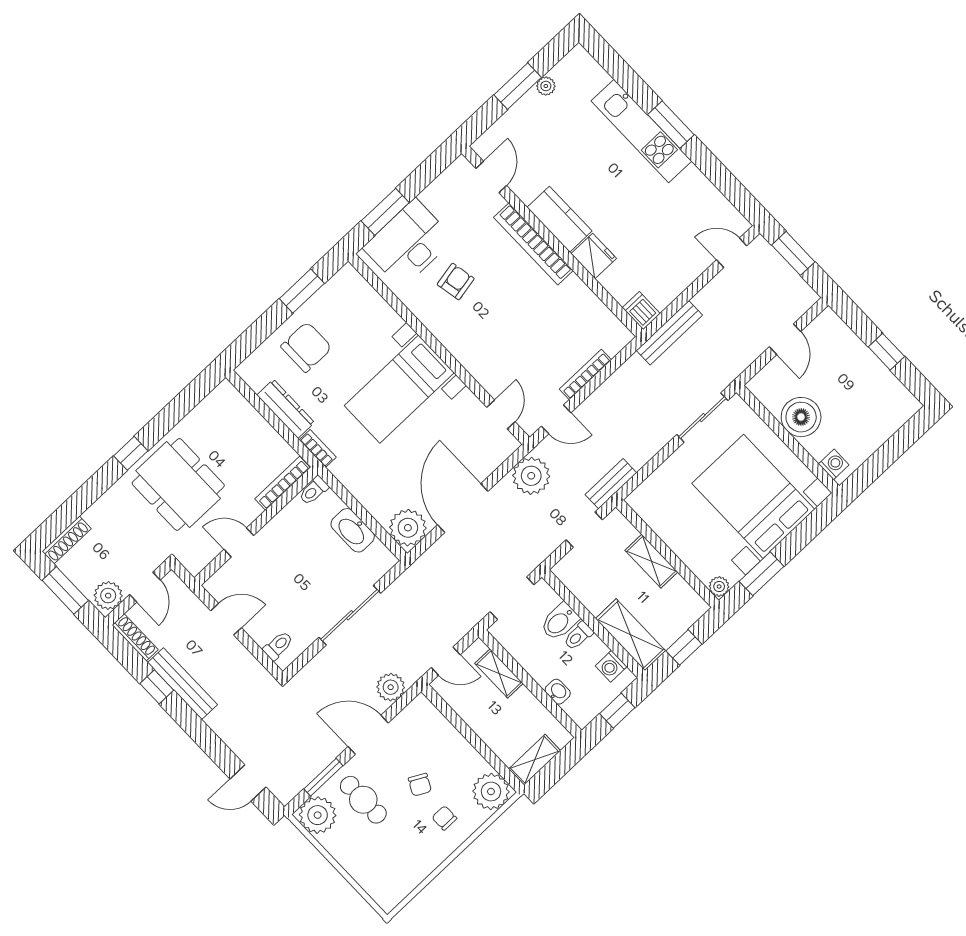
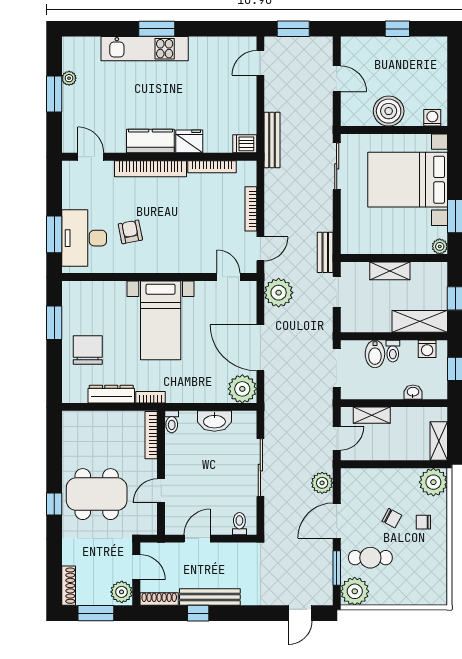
bookcase: (590, 300) -> (212, 167), added

